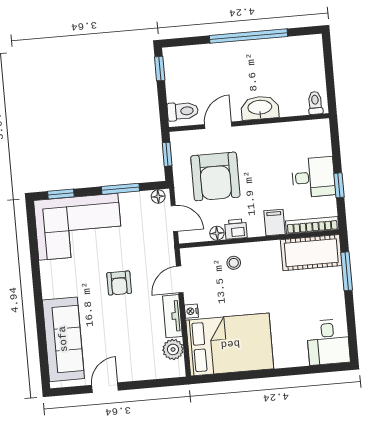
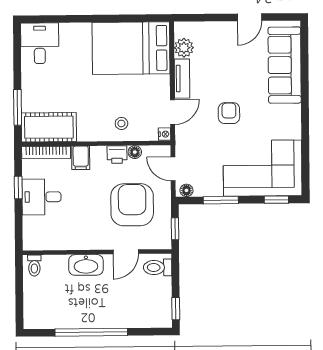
nightstand: (191, 311) -> (165, 134), moved

